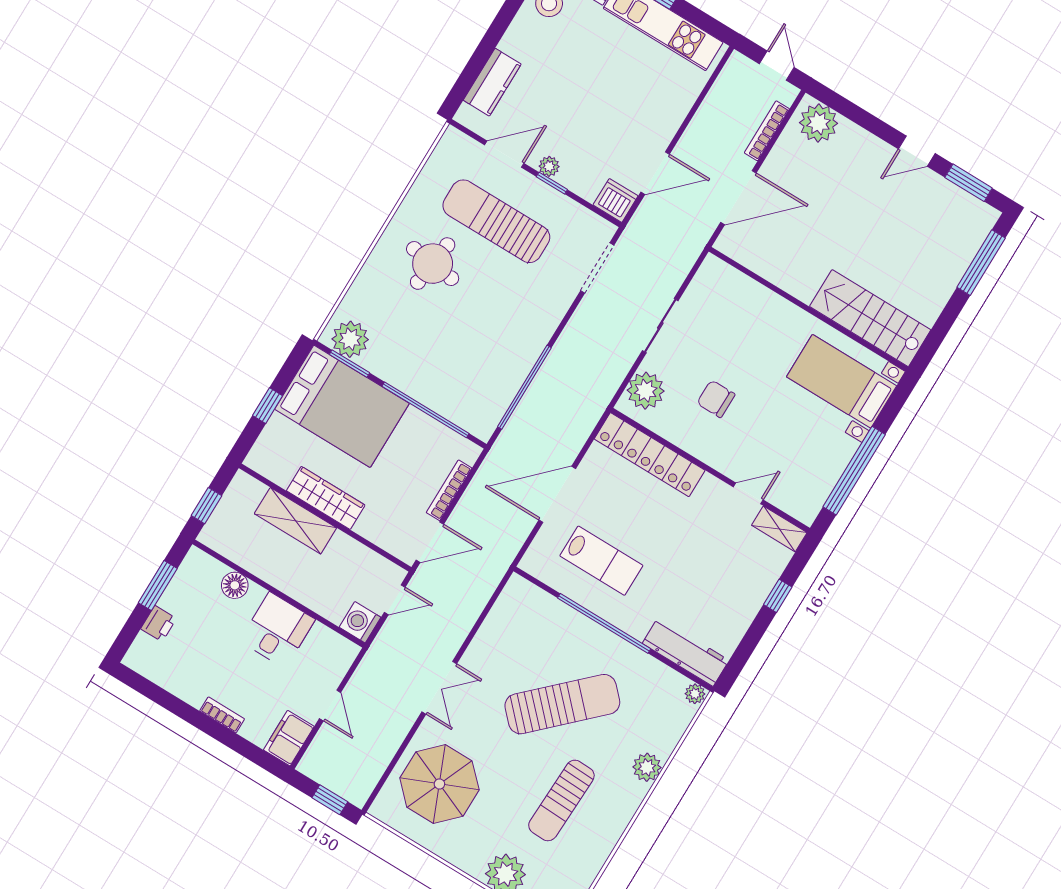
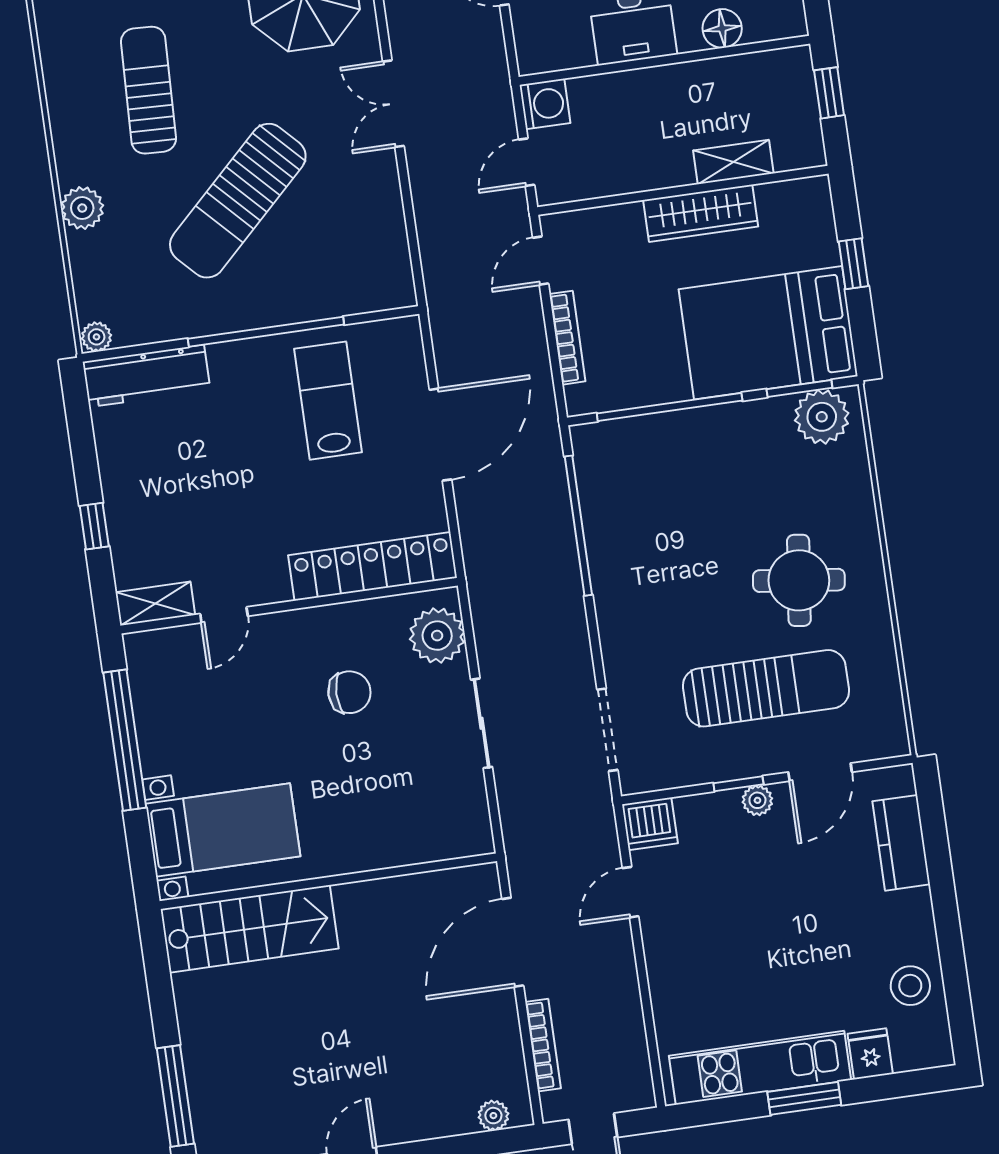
plant: (818, 123) -> (493, 1116), width x0.53, depth x0.53
door: (655, 173) -> (631, 892), width x0.73
shelving: (295, 521) -> (733, 162), width x0.67, depth x0.75
door: (430, 542) -> (541, 261), width x0.73
lab bench: (601, 561) -> (328, 401), turned 90

